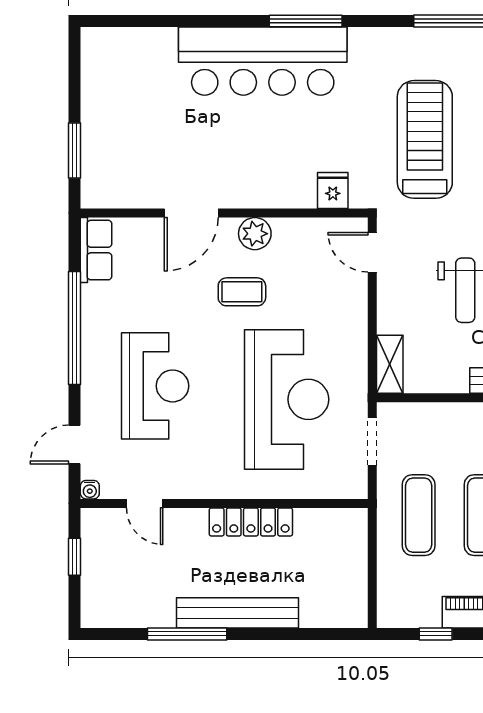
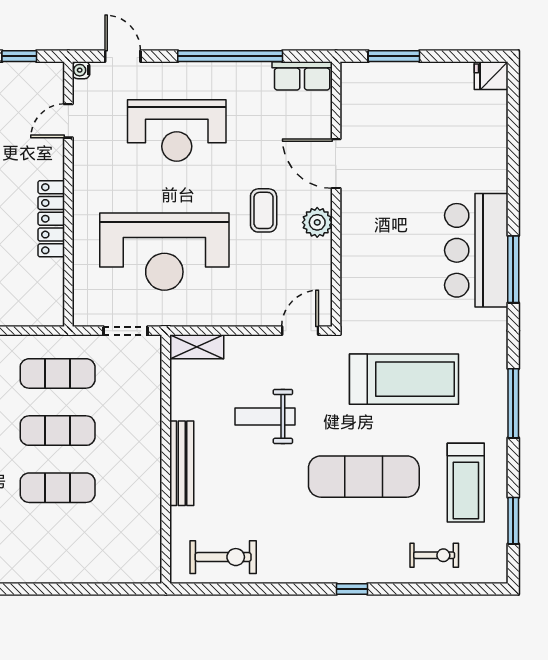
bar counter: (263, 61) -> (476, 250), width x0.73
fridge: (333, 191) -> (491, 76), moved, turned 180

